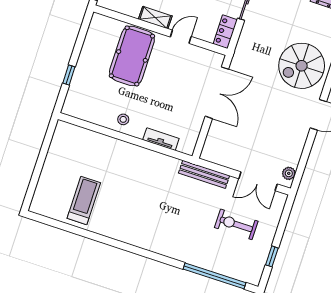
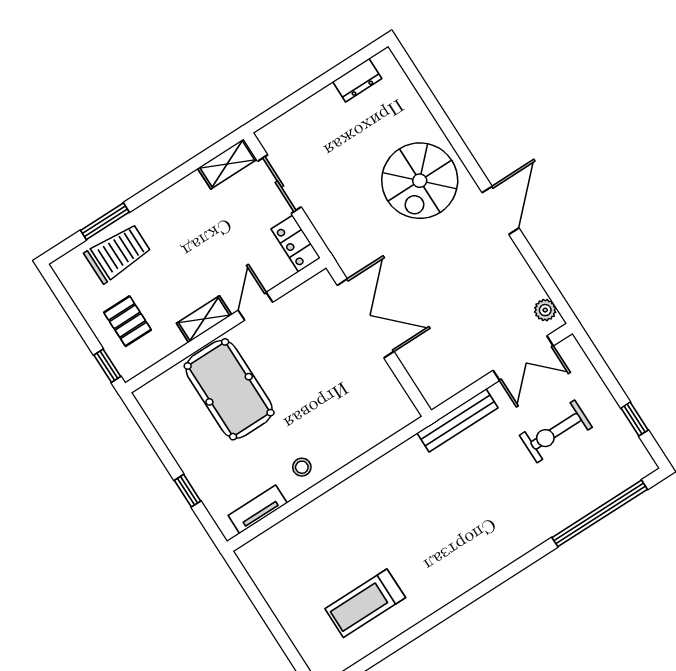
tv unit: (161, 139) -> (258, 509), moved
treadmill: (84, 201) -> (365, 603), turned -90

